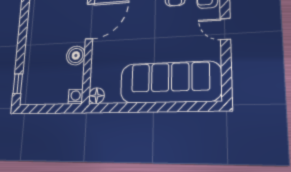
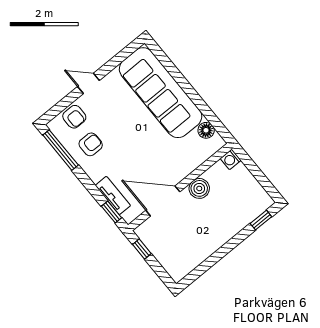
door: (225, 29) -> (88, 83), swing flipped
floor lamp: (97, 96) -> (206, 130), moved

